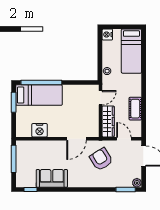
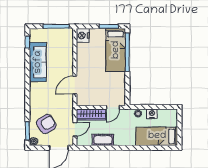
nightstand: (107, 35) -> (152, 114), moved
door: (100, 98) -> (113, 107), hinge flipped
nightstand: (40, 130) -> (83, 35), moved
door: (76, 139) -> (75, 85), hinge flipped
armchair: (101, 159) -> (46, 124), moved
sofa: (52, 178) -> (38, 62), width x1.36

